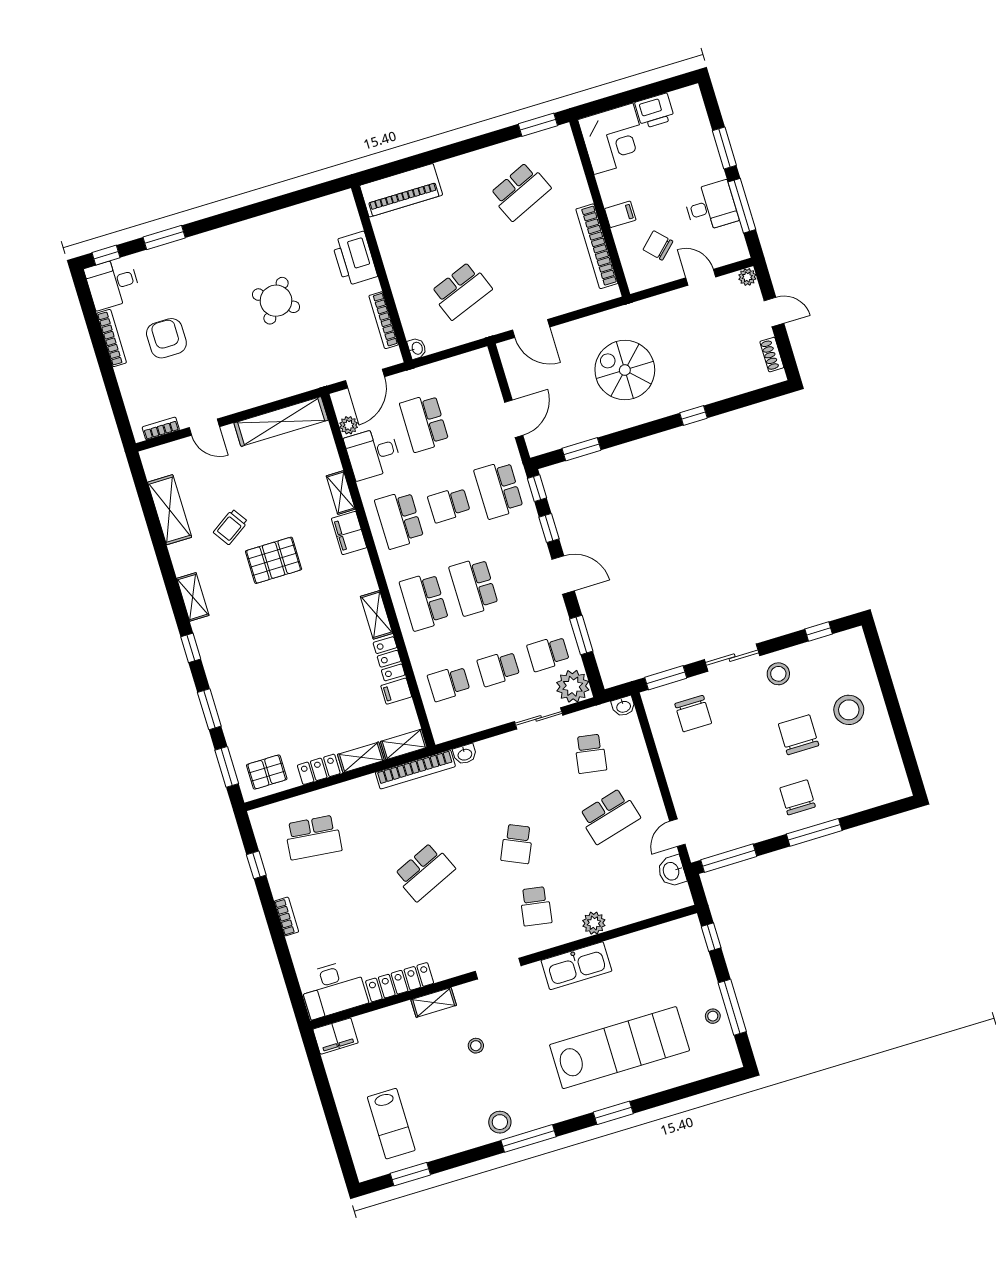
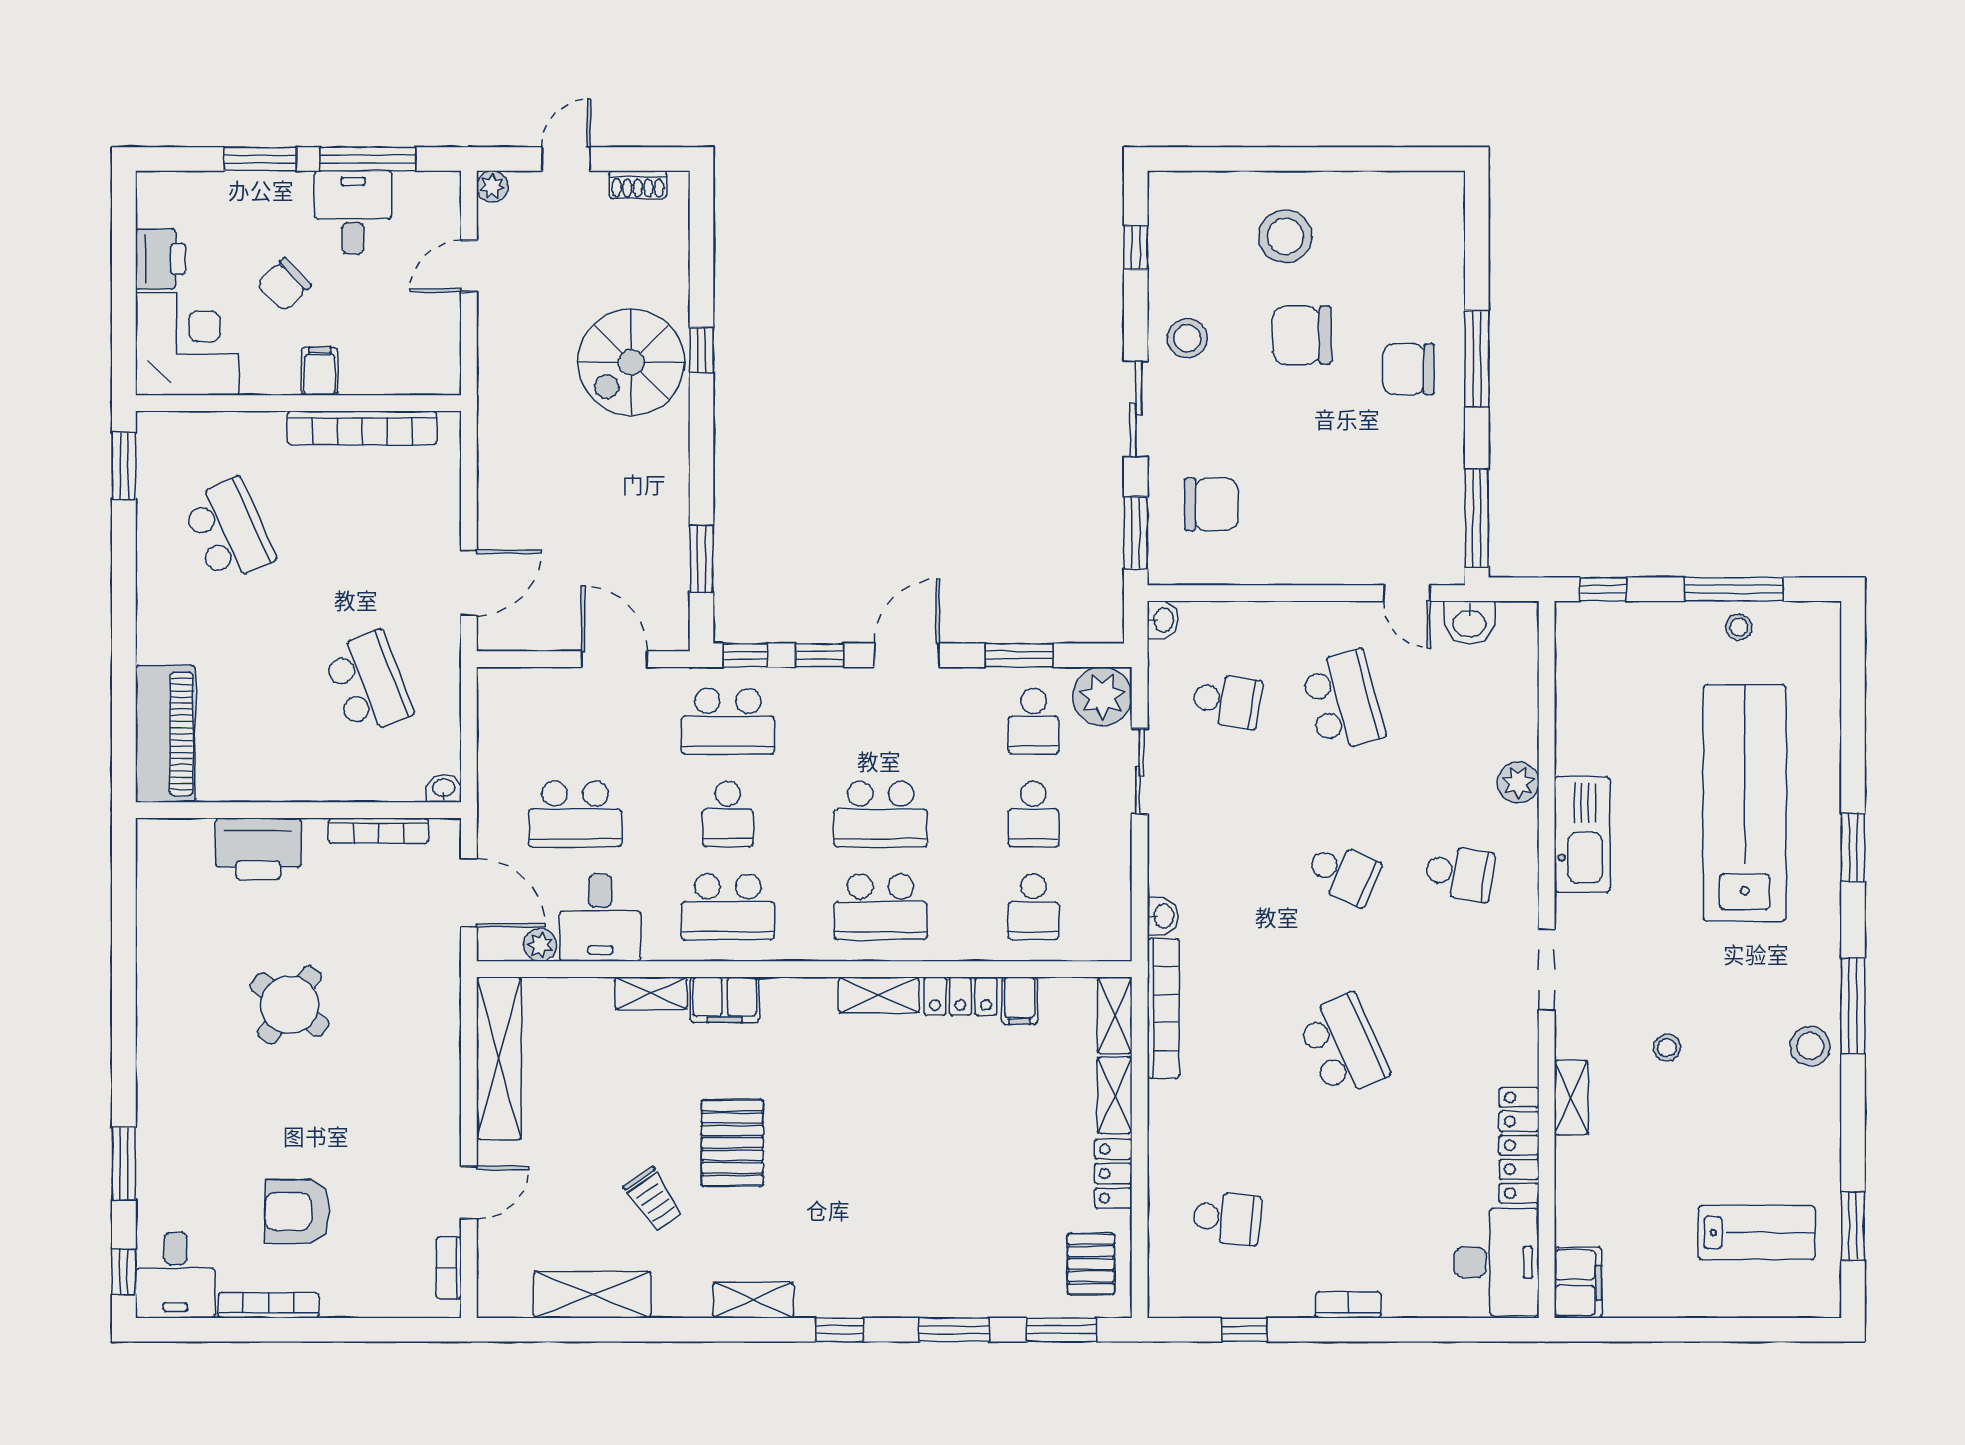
chair: (658, 245) -> (284, 285), moved
spiral stairs: (625, 370) -> (631, 362), moved
school desk: (313, 837) -> (1227, 1218), width x0.54

